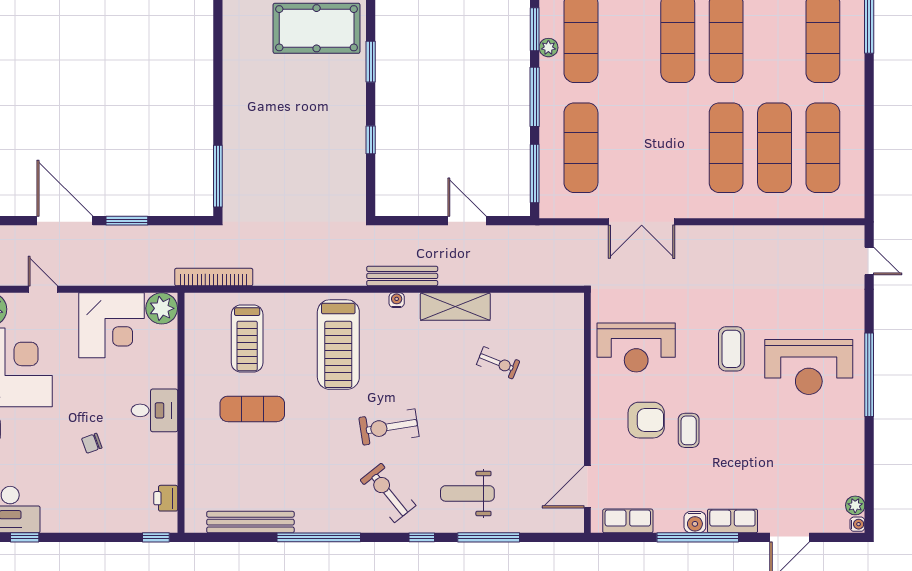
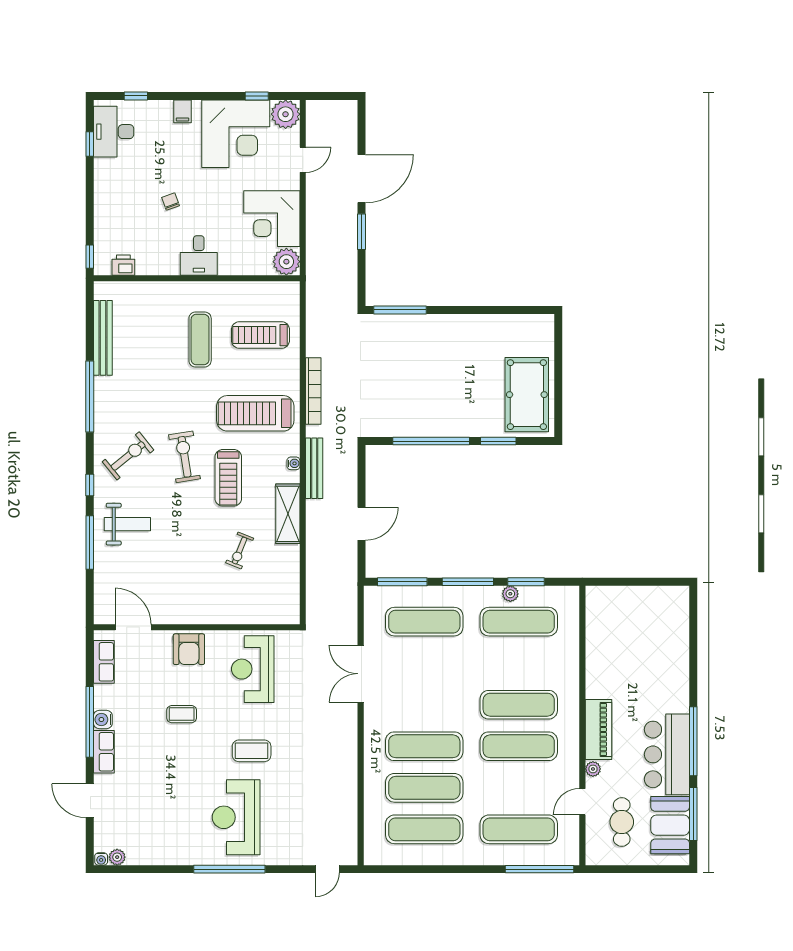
window: (371, 140) -> (431, 441), width x3.17
bookcase: (214, 277) -> (313, 391), moved
treadmill: (413, 376) -> (228, 478), added
armchair: (646, 420) -> (189, 649), moved
weight bench: (467, 493) -> (127, 524), turned 90

